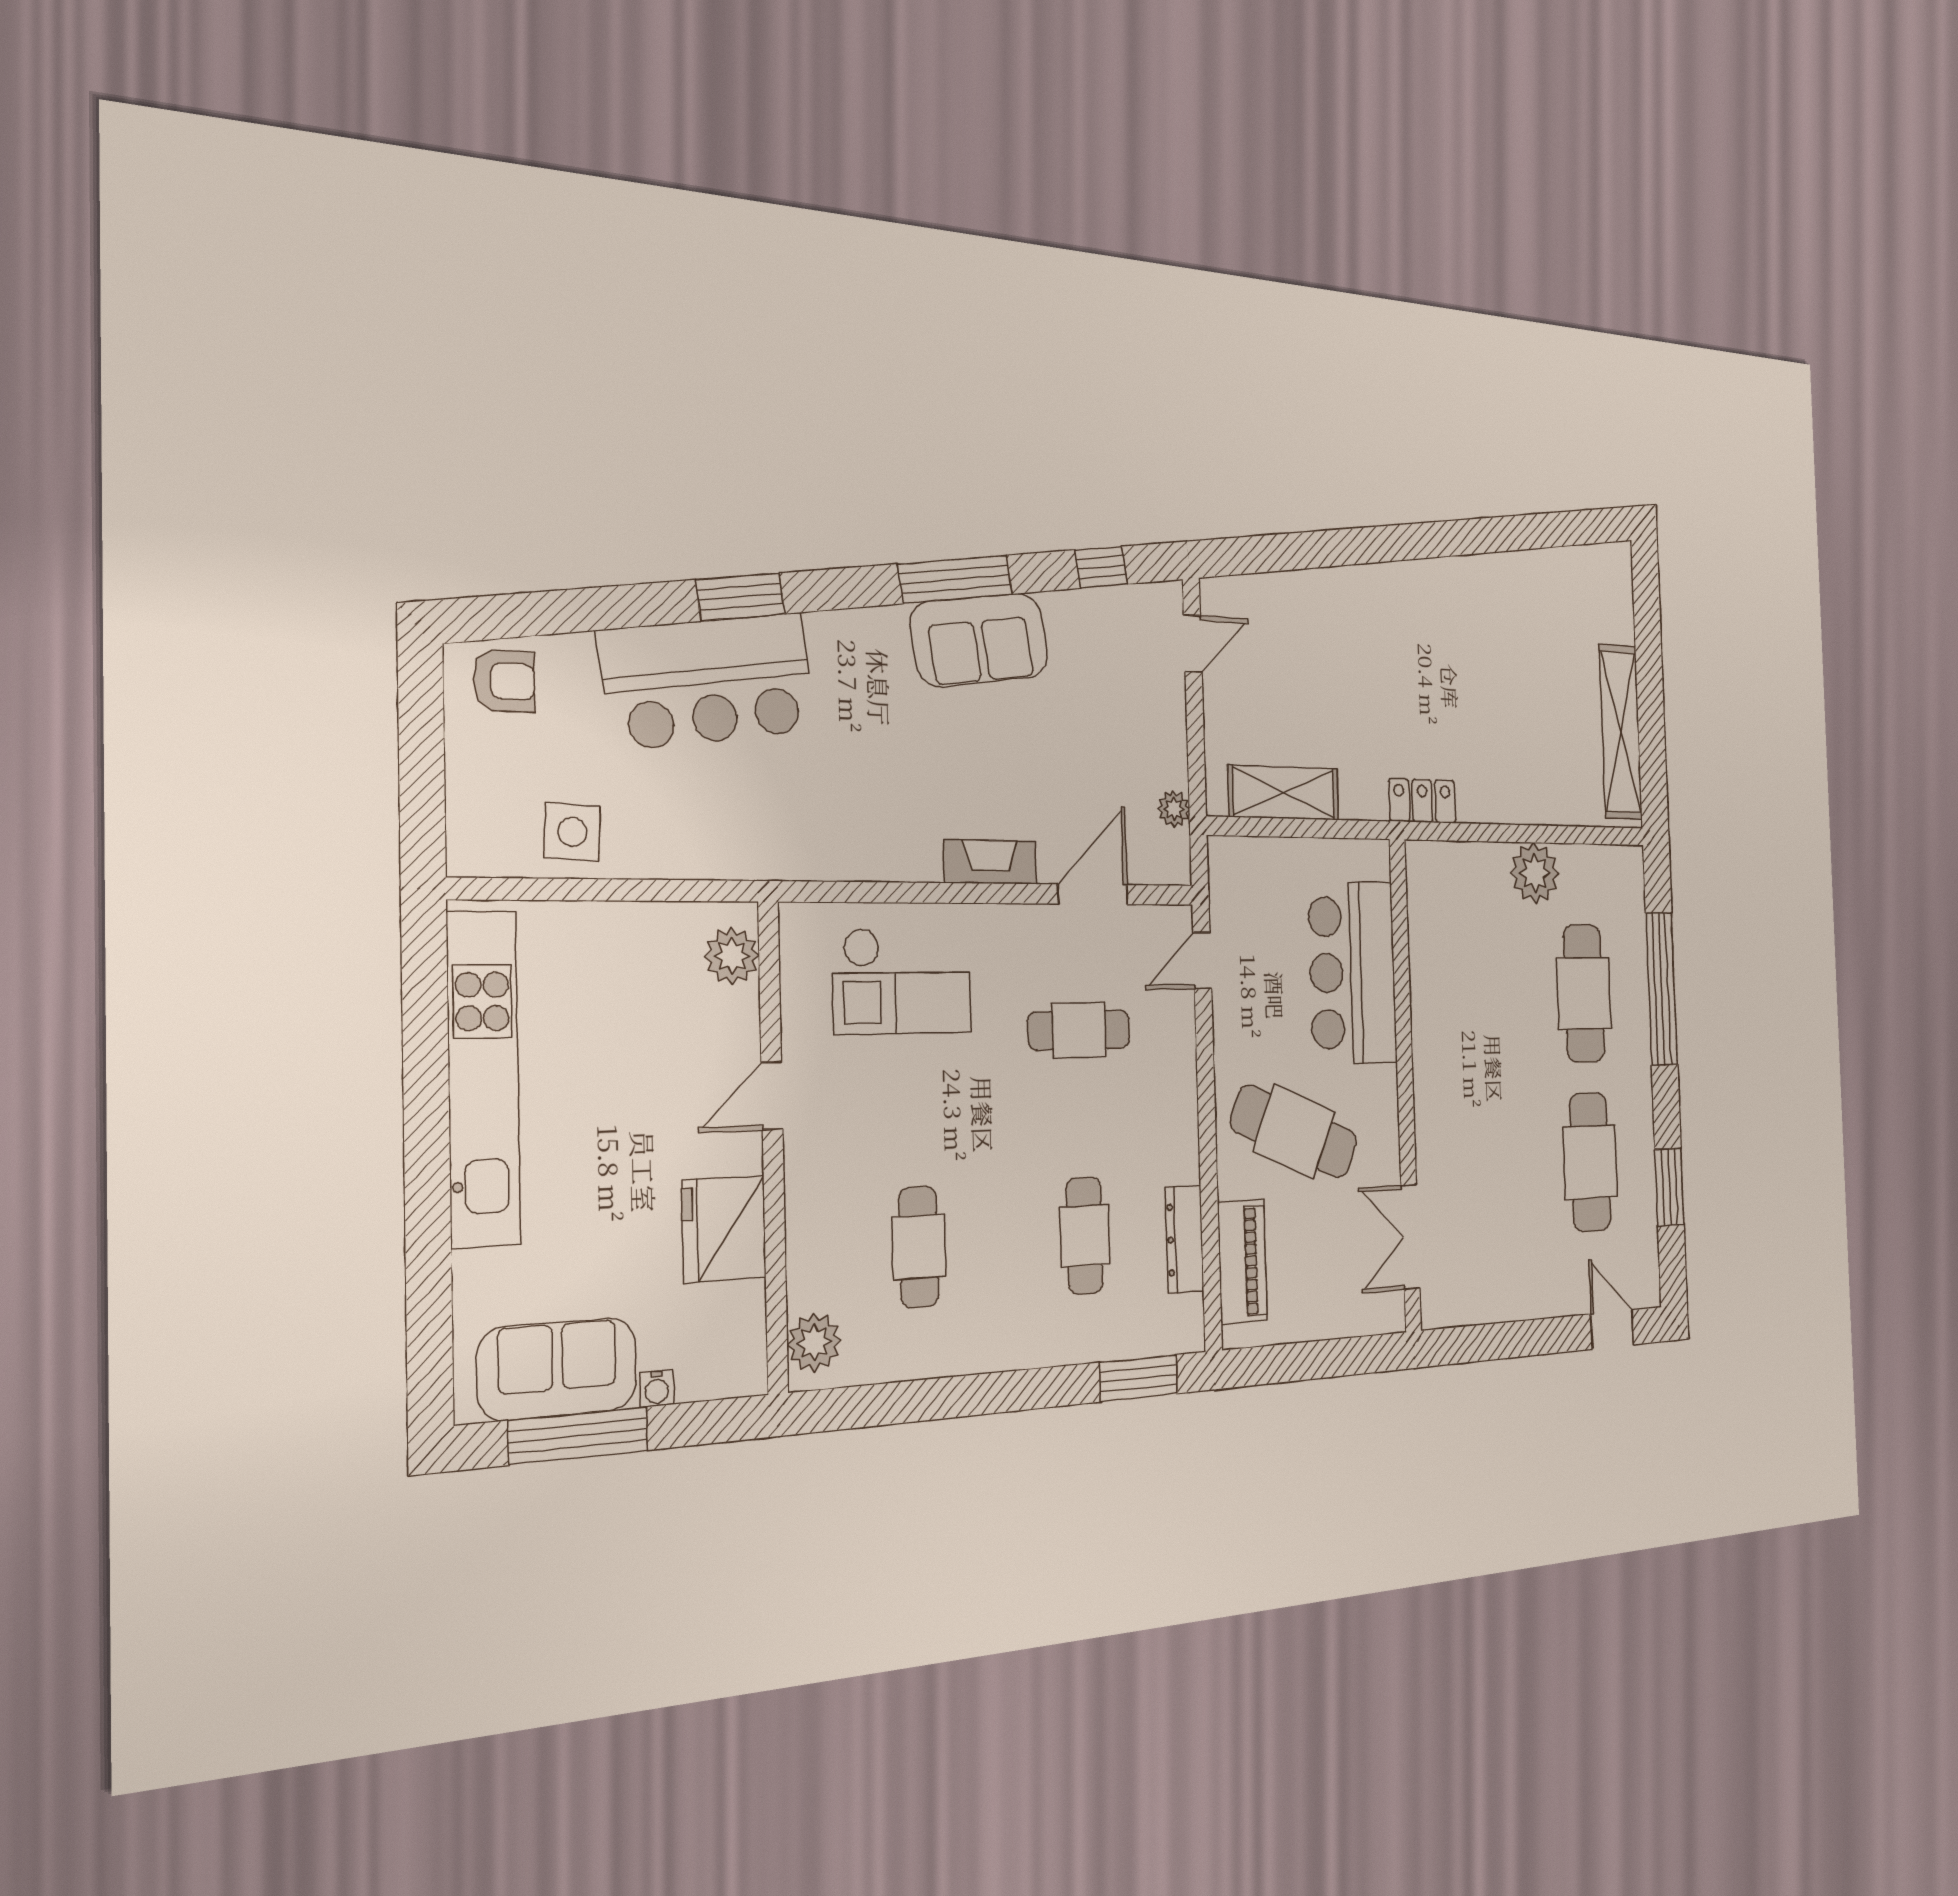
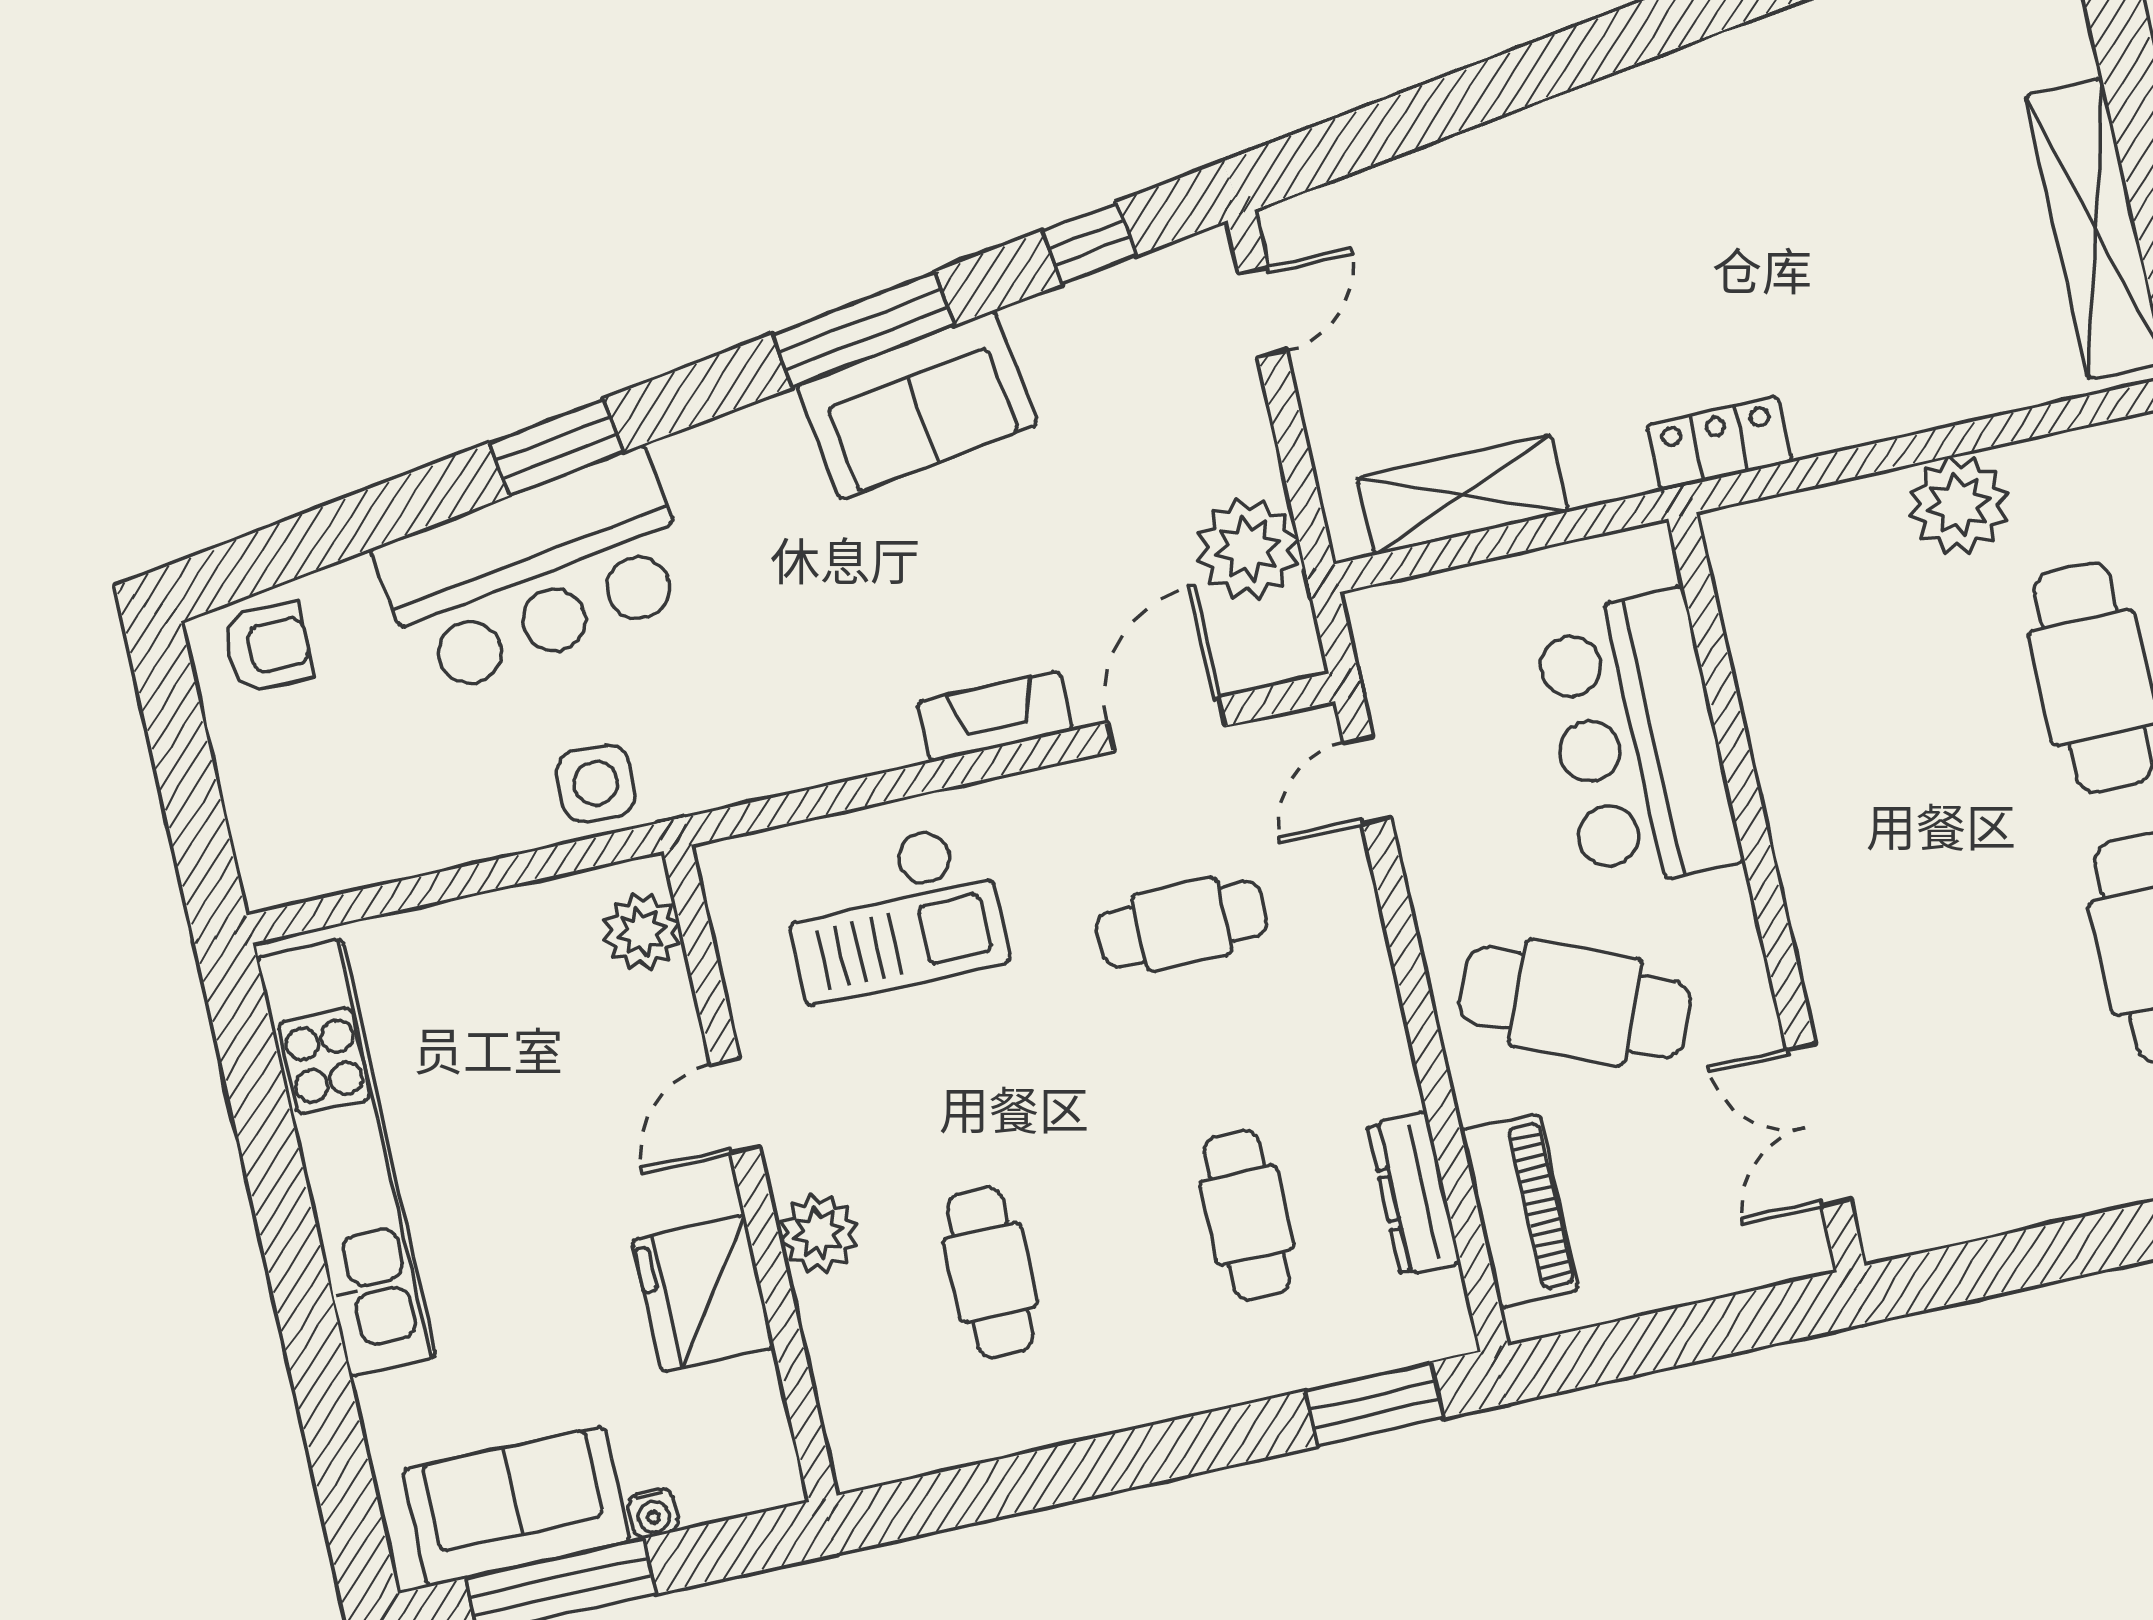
plant: (1174, 809) -> (1248, 549), width x1.87, depth x1.87
side table: (572, 832) -> (596, 783), moved
plant: (814, 1342) -> (819, 1233), moved

